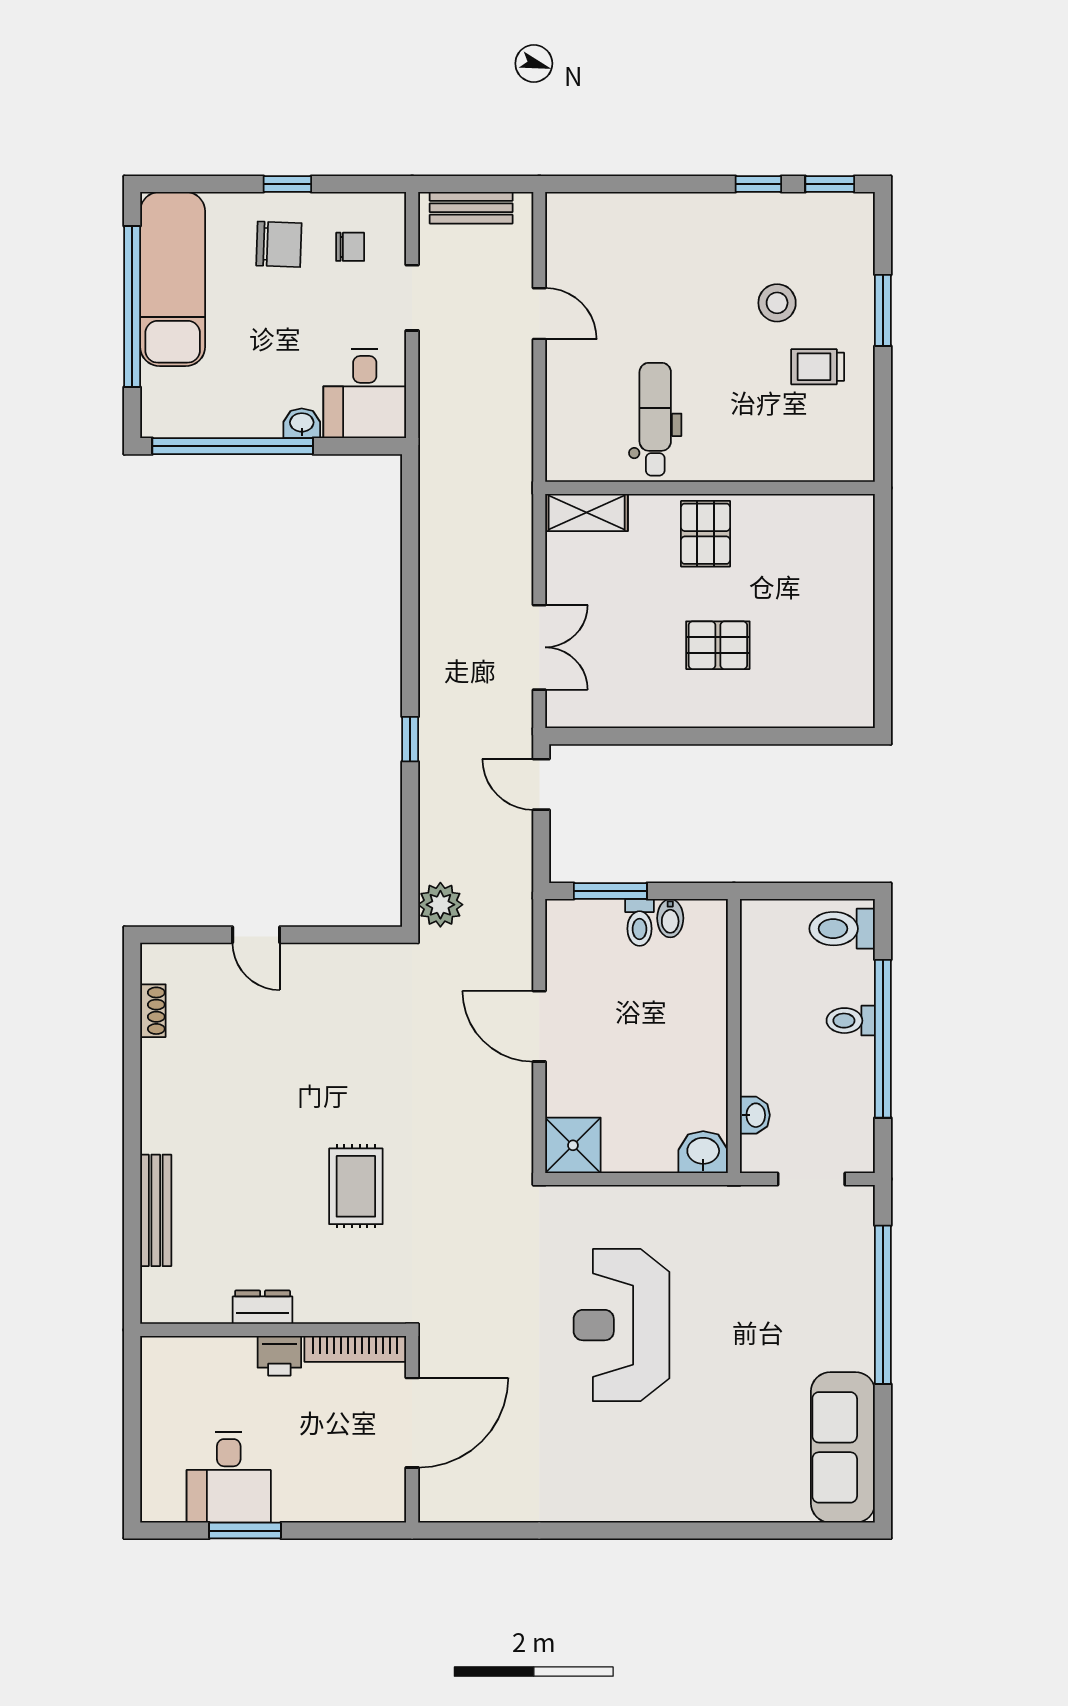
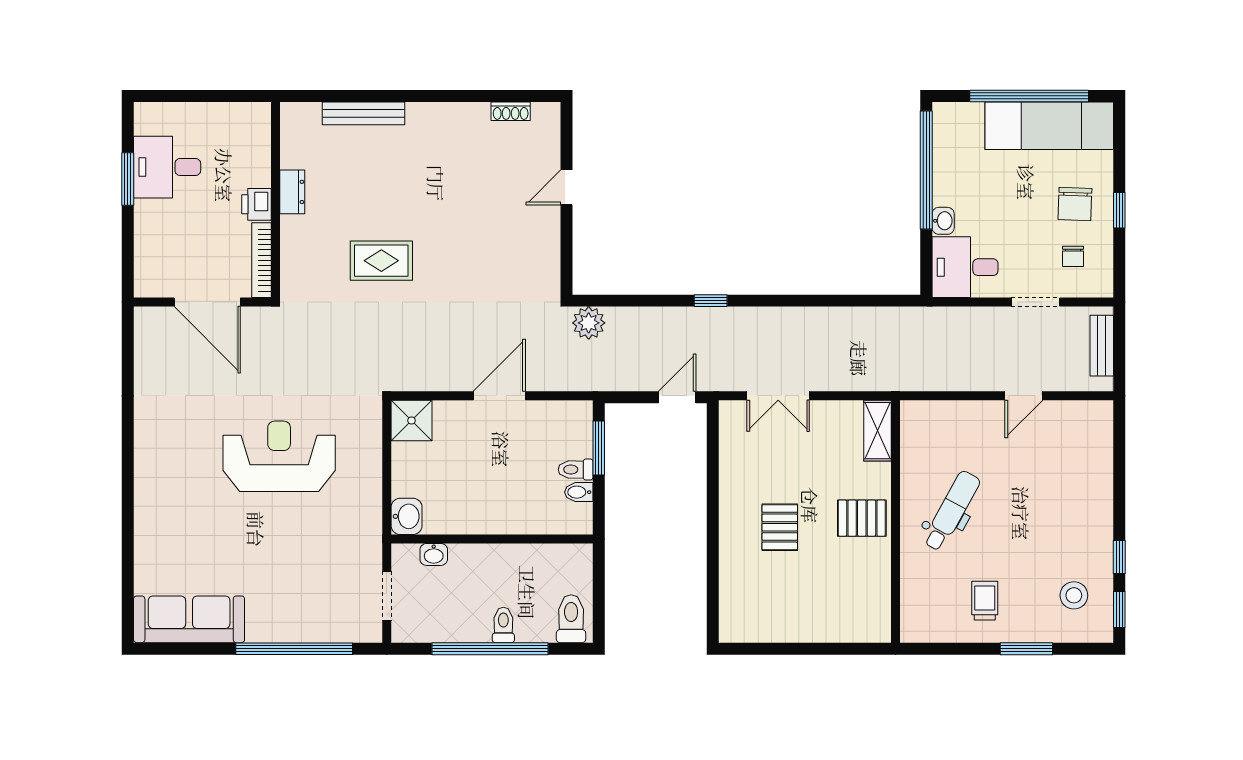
stool: (777, 303) -> (1074, 595), moved
dental chair: (655, 419) -> (952, 511), moved, turned -61

